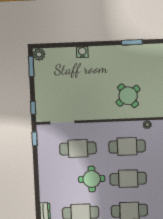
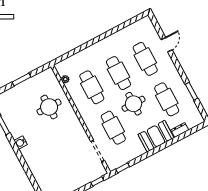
water cooler: (82, 52) -> (21, 143), moved
round table: (128, 96) -> (49, 107), turned 37
booth: (50, 186) -> (156, 136), added

